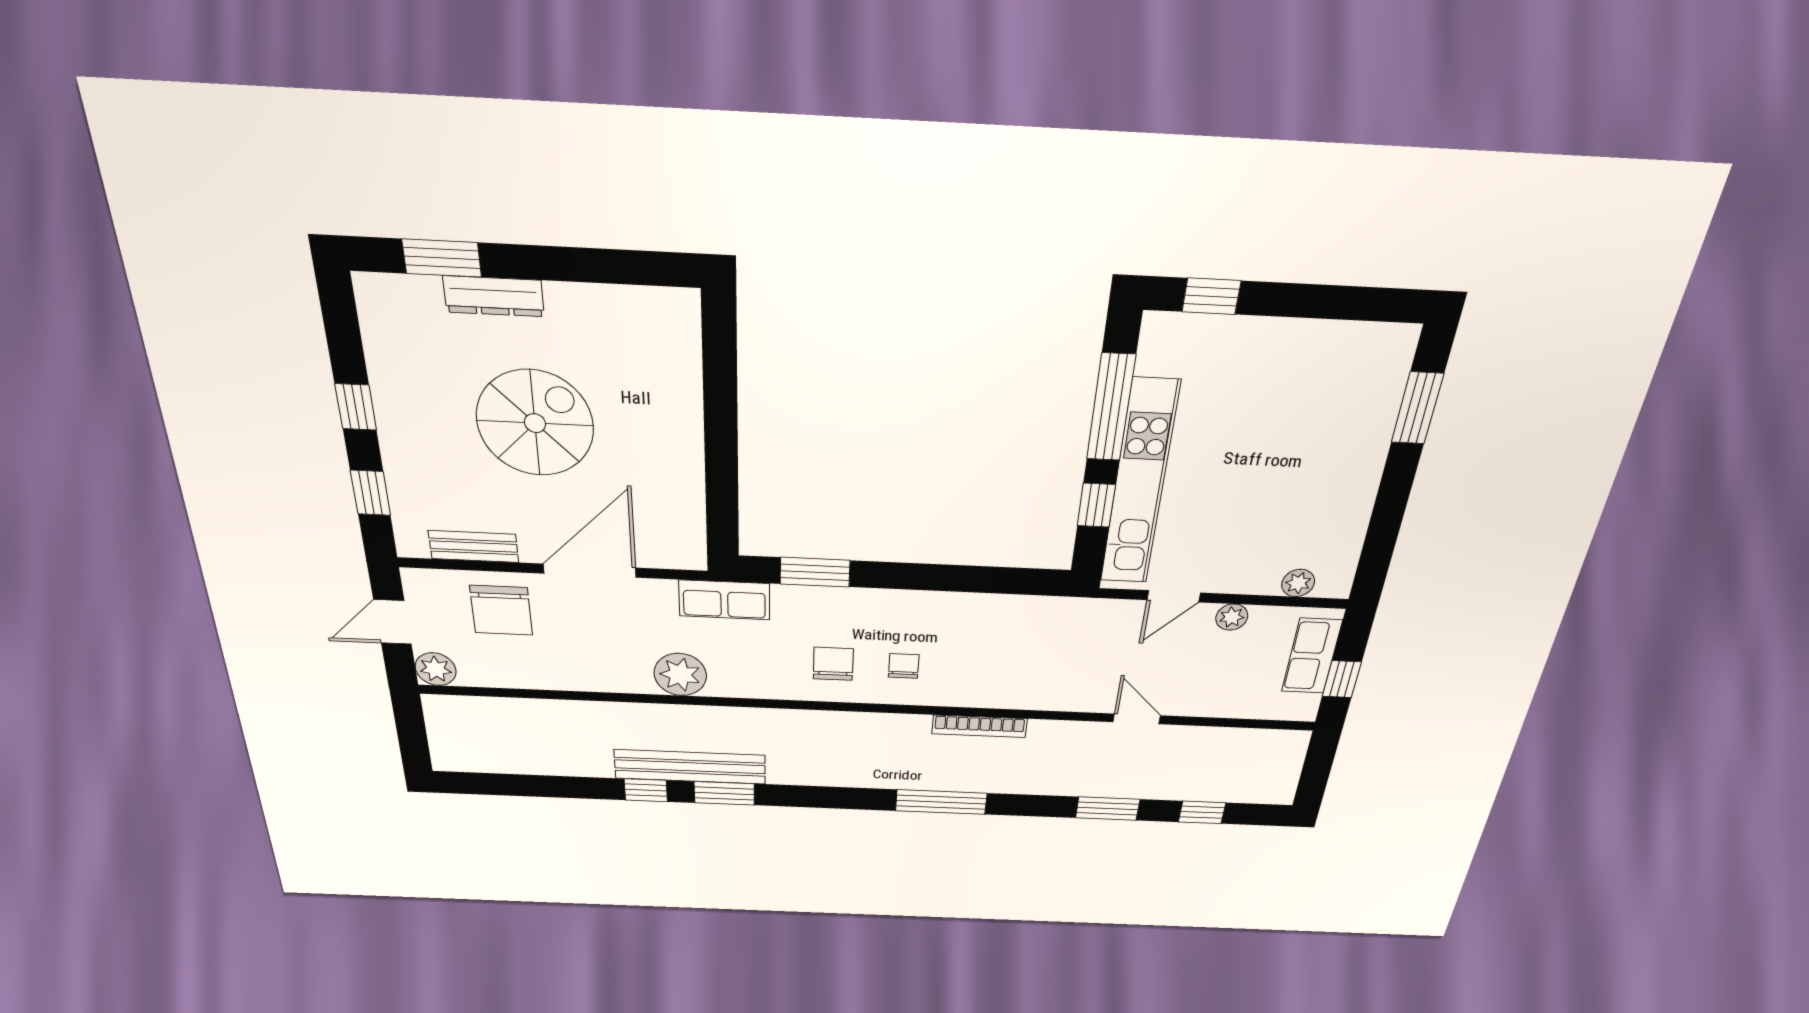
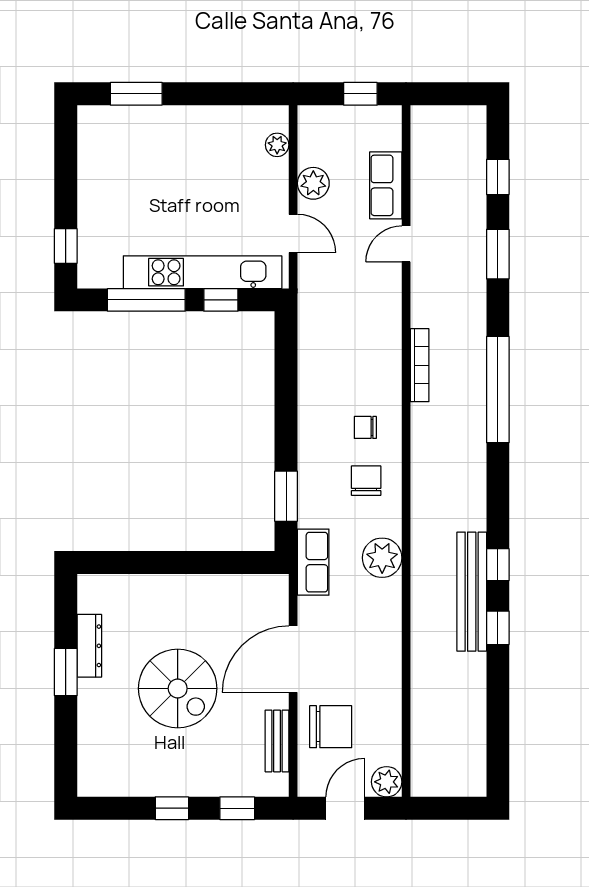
window: (442, 258) -> (66, 672), moved
dresser: (494, 296) -> (89, 646), moved
spiral stairs: (535, 423) -> (178, 688), turned 180
door: (590, 571) -> (293, 659), hinge flipped
plant: (1232, 617) -> (313, 183), width x1.38, depth x1.38
door: (393, 622) -> (345, 808), swing flipped
row of seats: (1312, 656) -> (386, 185), moved, turned 90
chair: (833, 664) -> (366, 481), turned 90
plant: (680, 675) -> (382, 558), moved
window: (724, 793) -> (498, 565), width x0.67
window: (941, 802) -> (498, 390), width x1.46

